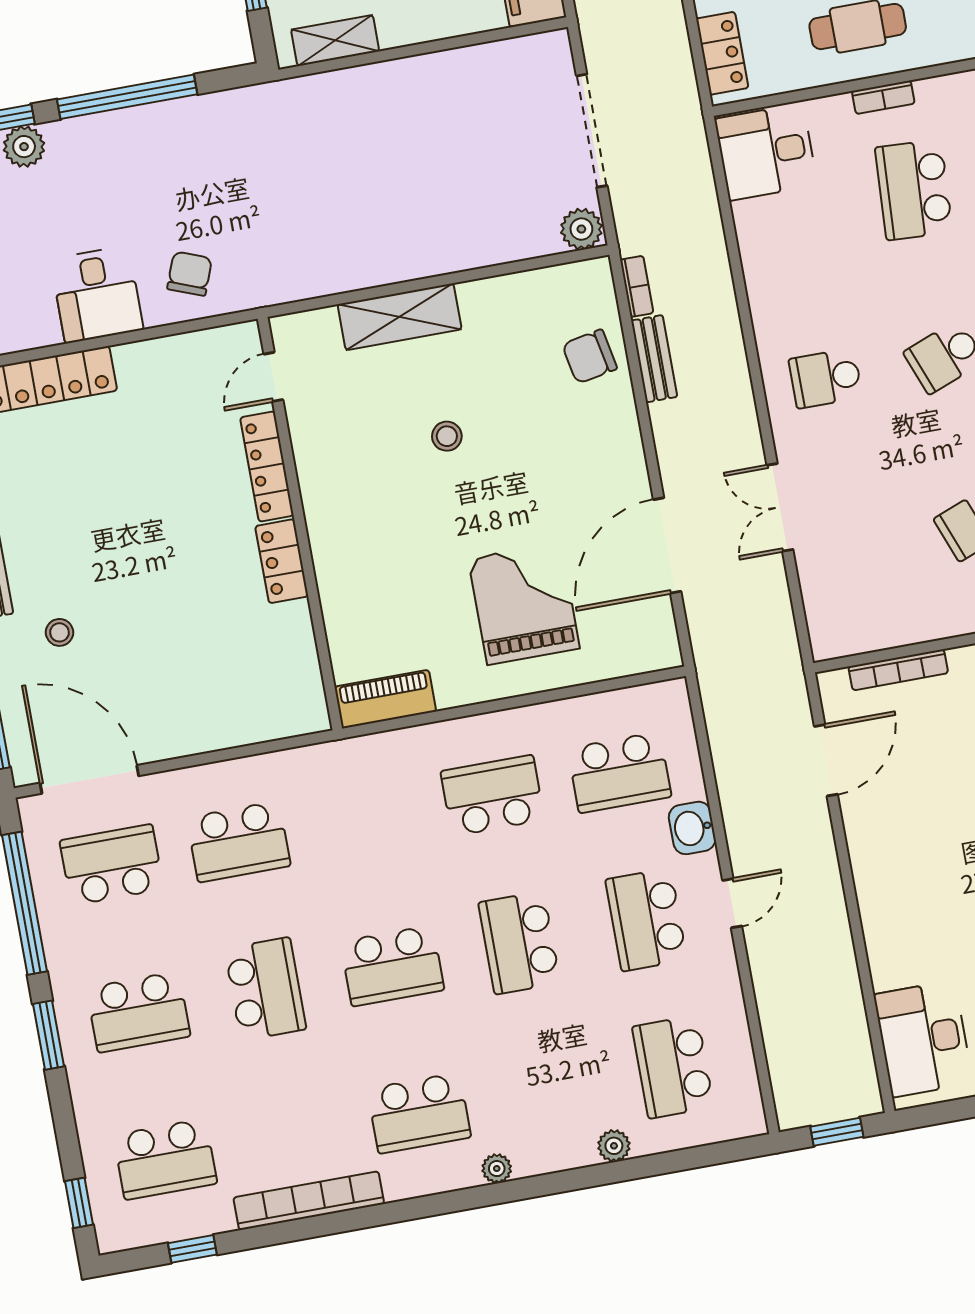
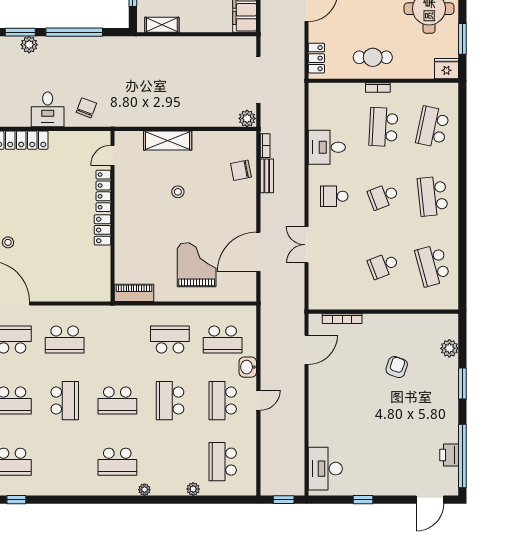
desk: (766, 152) -> (327, 147), moved
bookcase: (309, 1201) -> (67, 489), removed

